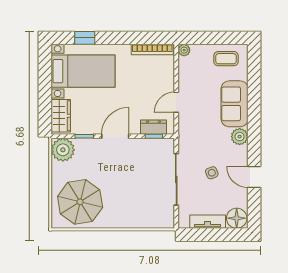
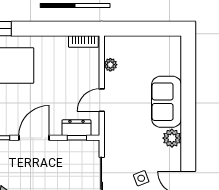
bookcase: (152, 50) -> (83, 42), width x0.64
plant: (184, 50) -> (110, 65), moved
coffee table: (226, 59) -> (157, 52), removed

